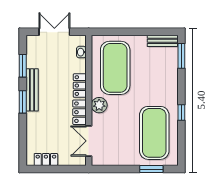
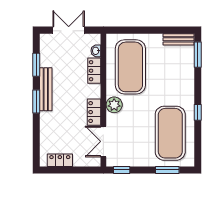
locker: (80, 86) -> (94, 71), moved
window: (107, 169) -> (122, 170), added

